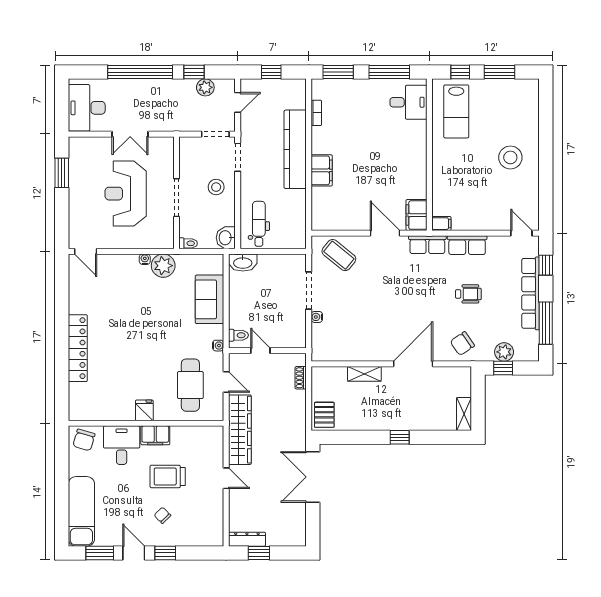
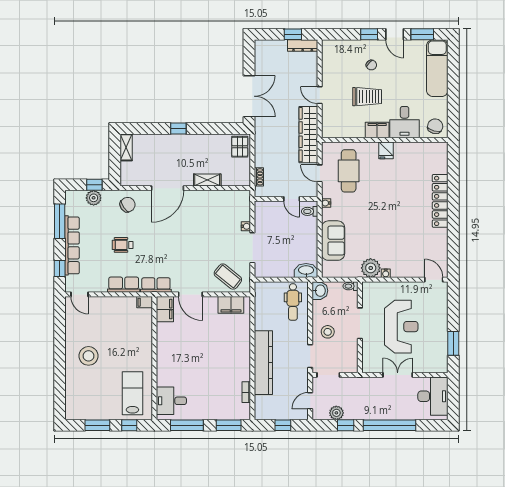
filing cabinet: (322, 170) -> (231, 305), moved, turned -90

